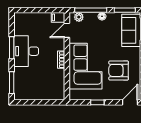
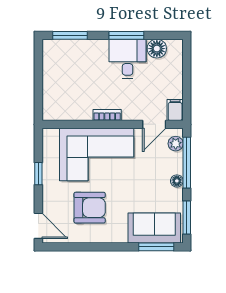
floor lamp: (20, 29) -> (157, 49), added
door: (67, 30) -> (154, 124), swing flipped
desk: (26, 51) -> (128, 59), width x0.73
armchair: (119, 70) -> (90, 208), turned 90

